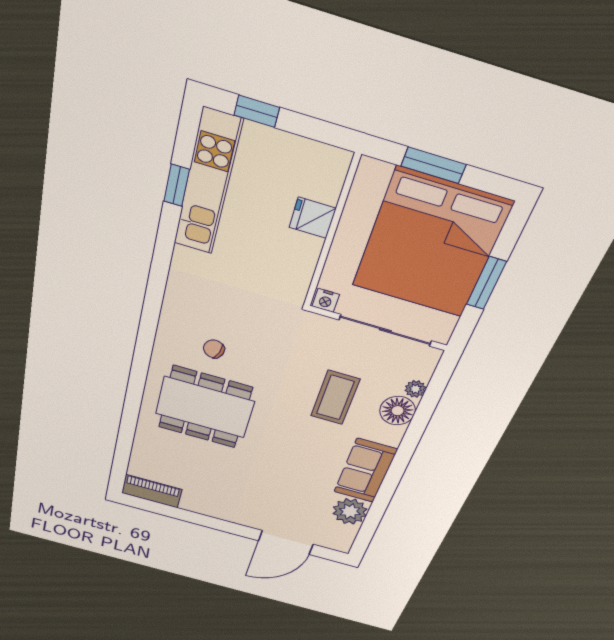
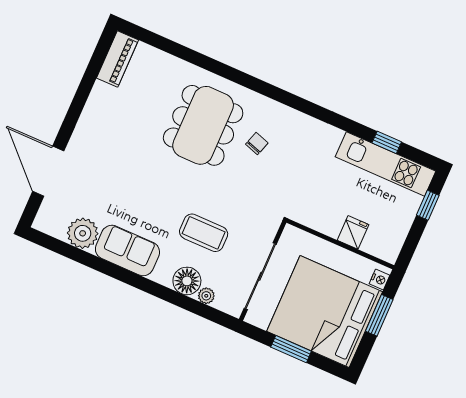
nightstand: (326, 300) -> (379, 279), moved, turned 180

